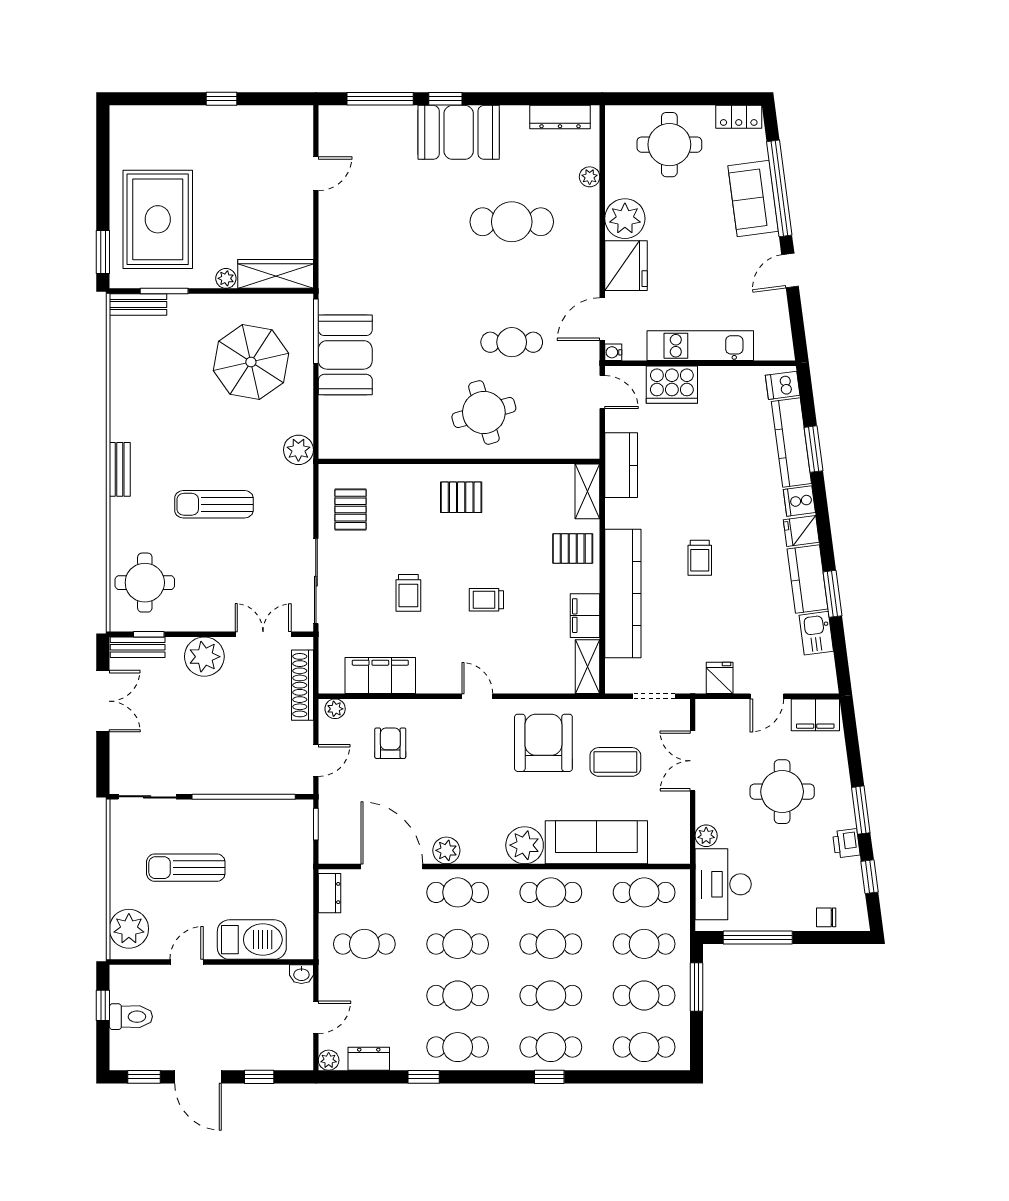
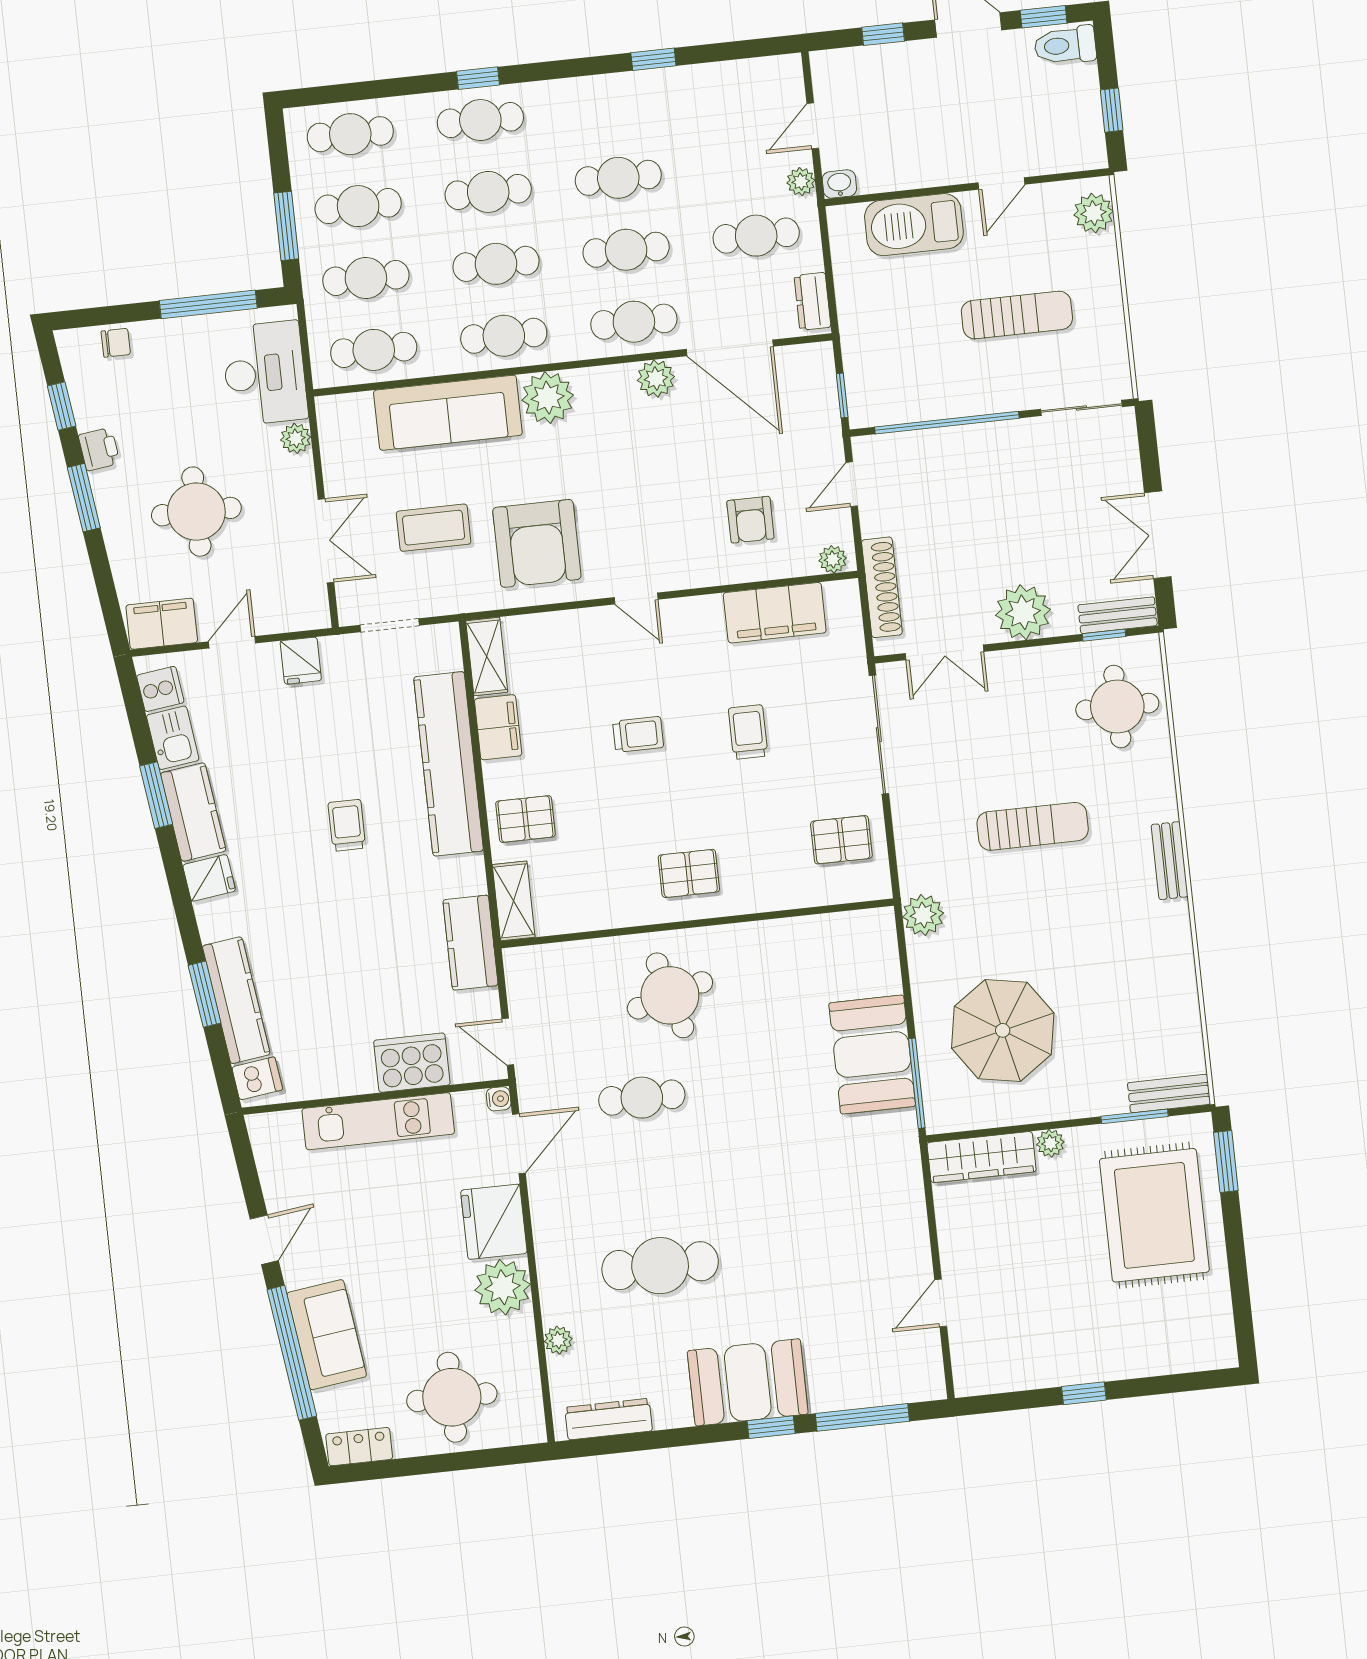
cooker: (799, 501) -> (160, 689), moved
pallet: (351, 509) -> (841, 840), turned 90
plant: (129, 929) -> (1093, 213), width x0.73, depth x0.73
toilet: (131, 1017) -> (1065, 45), moved
cafe table: (458, 1047) -> (610, 106), removed
dresser: (369, 1059) -> (733, 76), removed
plant: (329, 1060) -> (801, 182), moved

